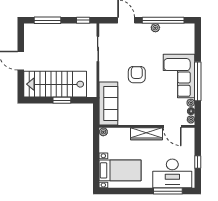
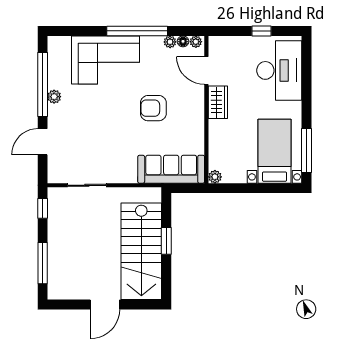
armchair: (137, 75) -> (153, 108), moved
corner sofa: (179, 76) -> (106, 60), moved
door: (172, 126) -> (206, 71), swing flipped
wardrobe: (146, 134) -> (218, 102), width x0.67
window: (168, 191) -> (306, 151), moved

